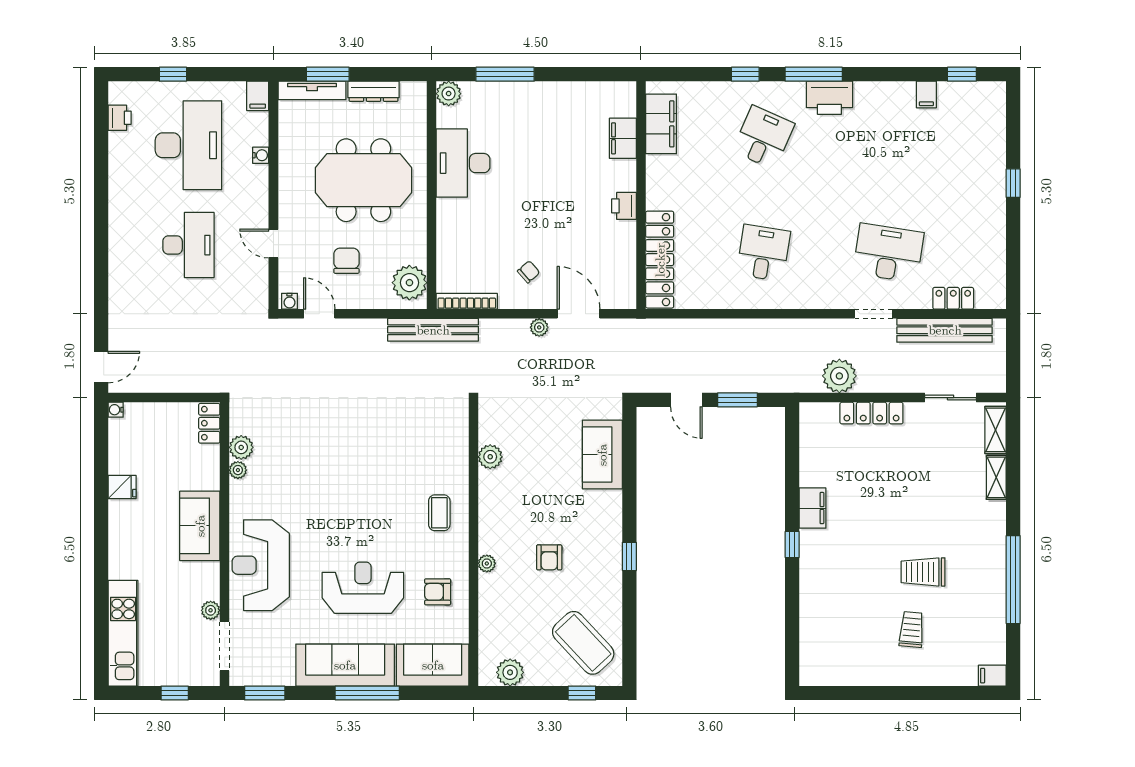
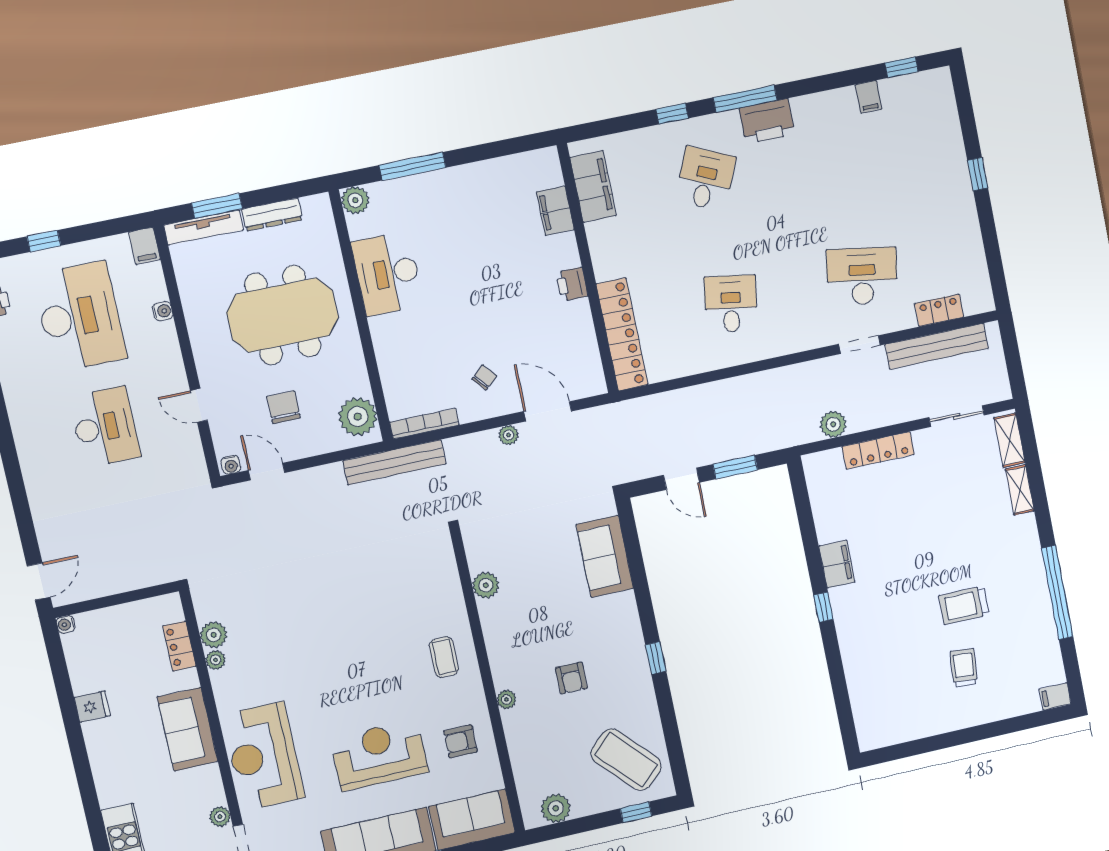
plant: (839, 376) -> (833, 424), width x0.73, depth x0.73
locker: (209, 423) -> (179, 646), moved

